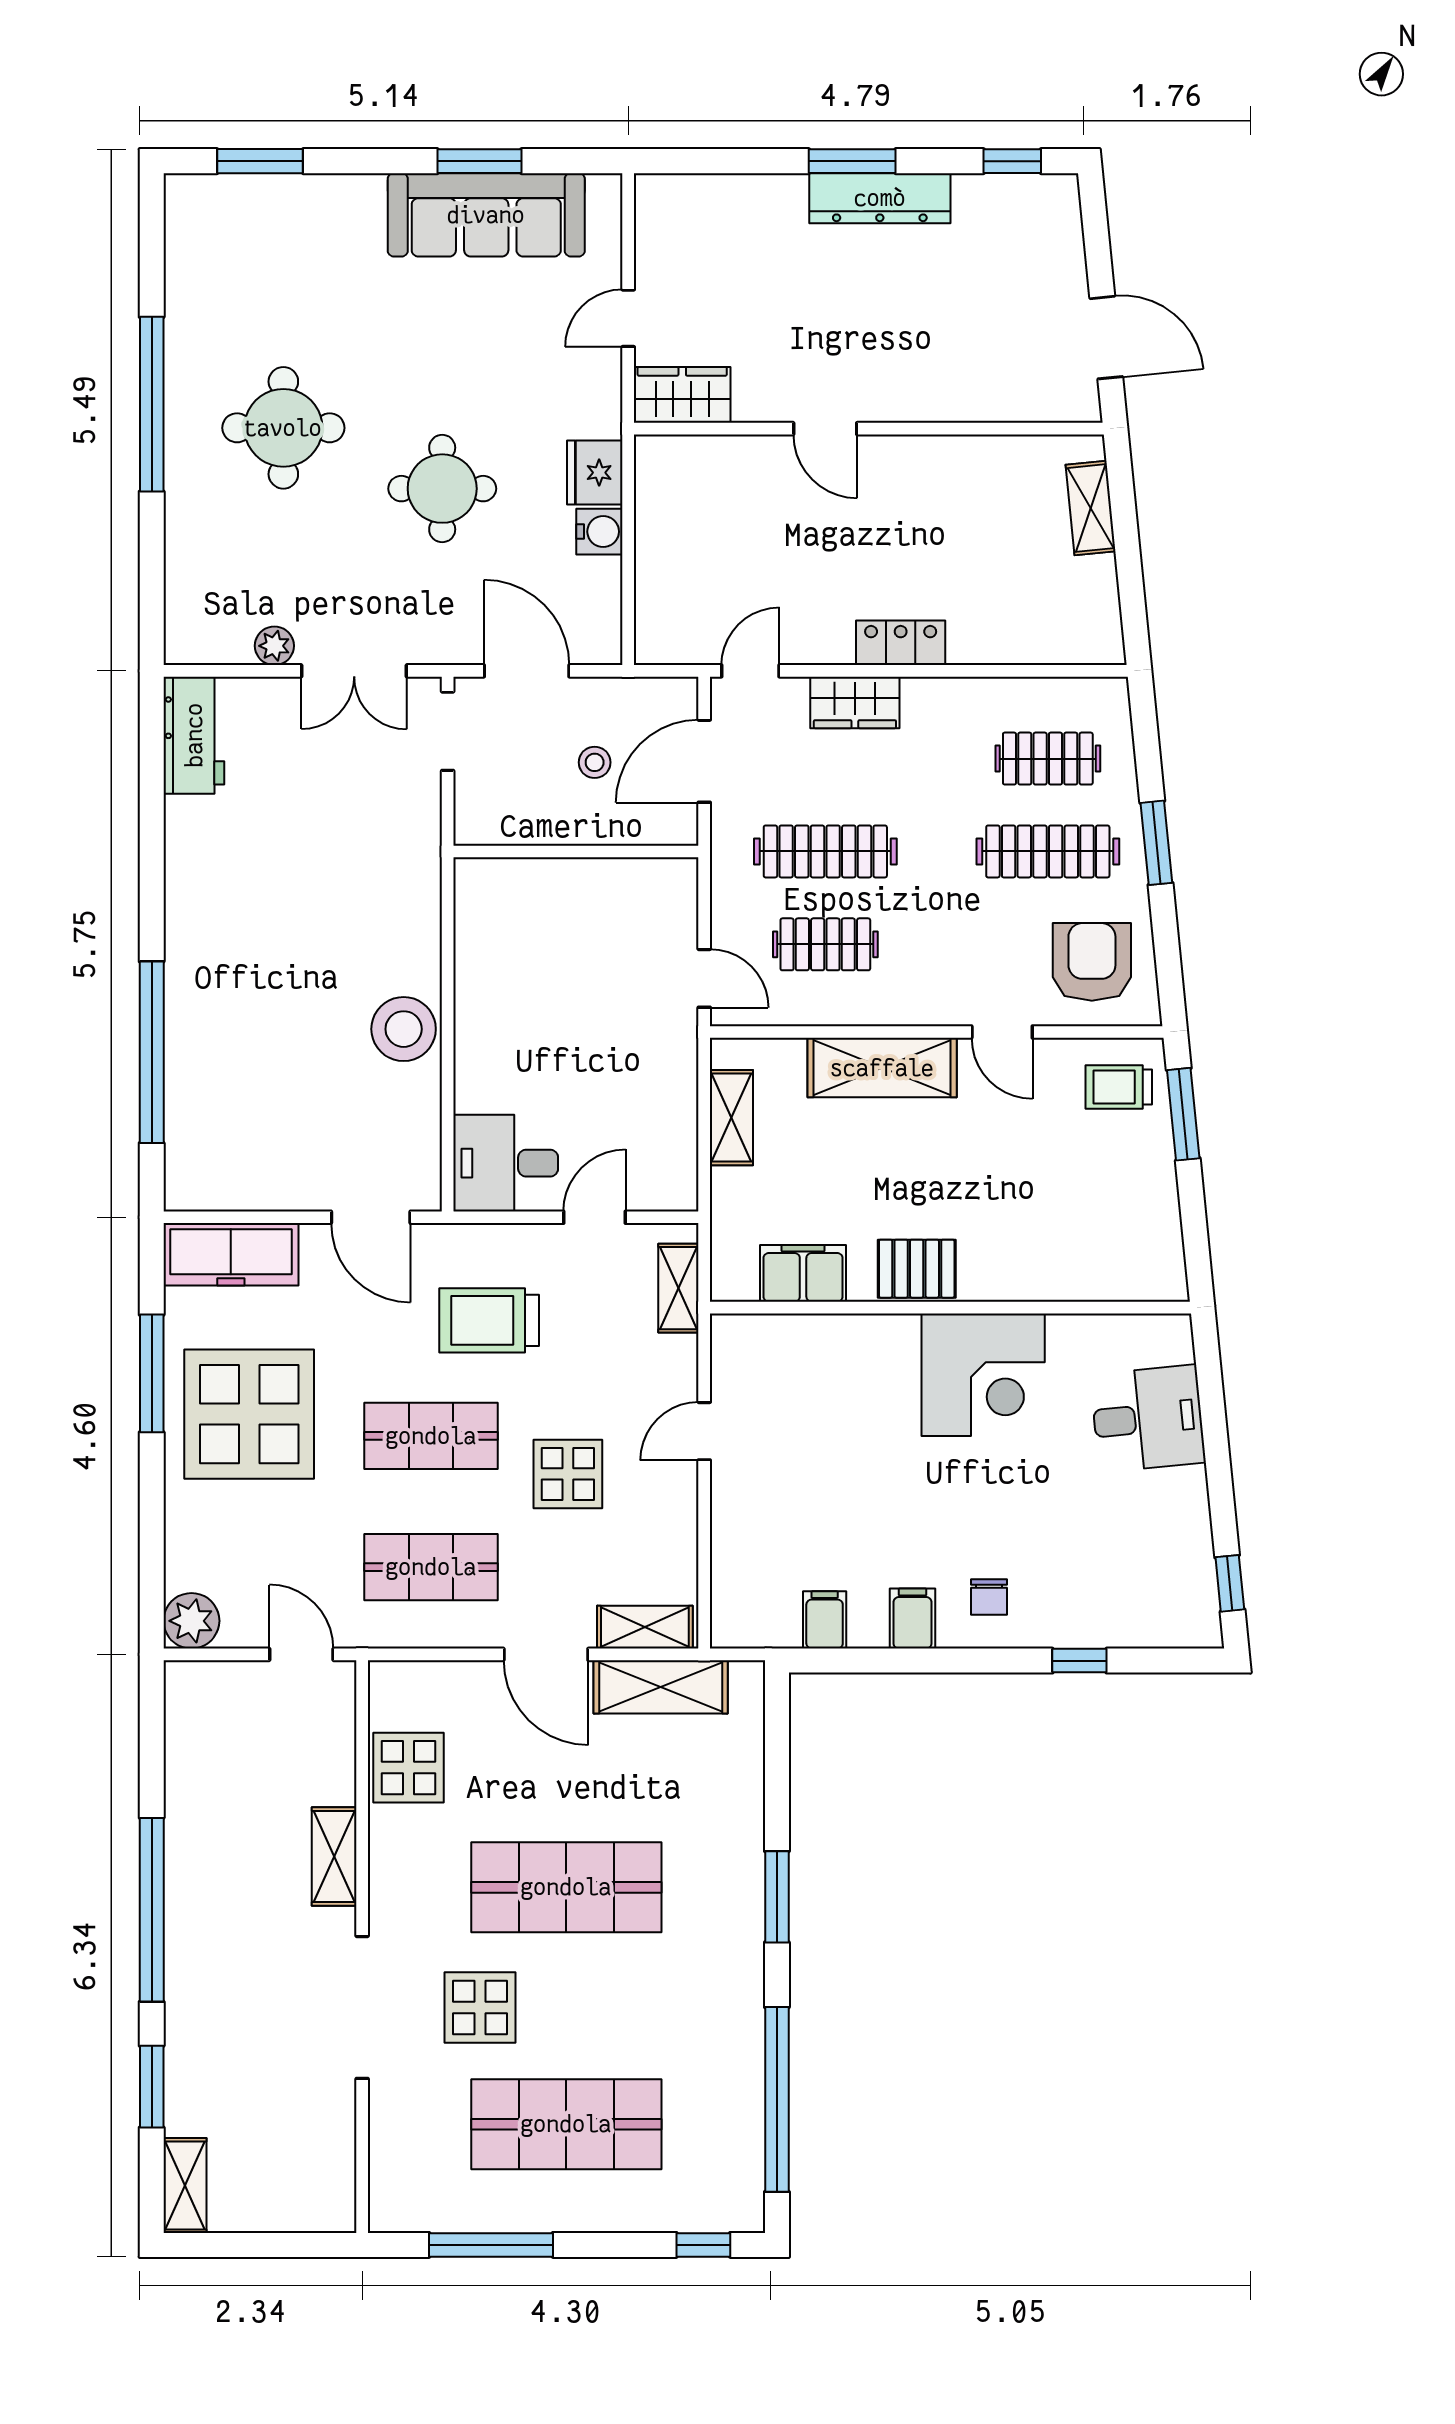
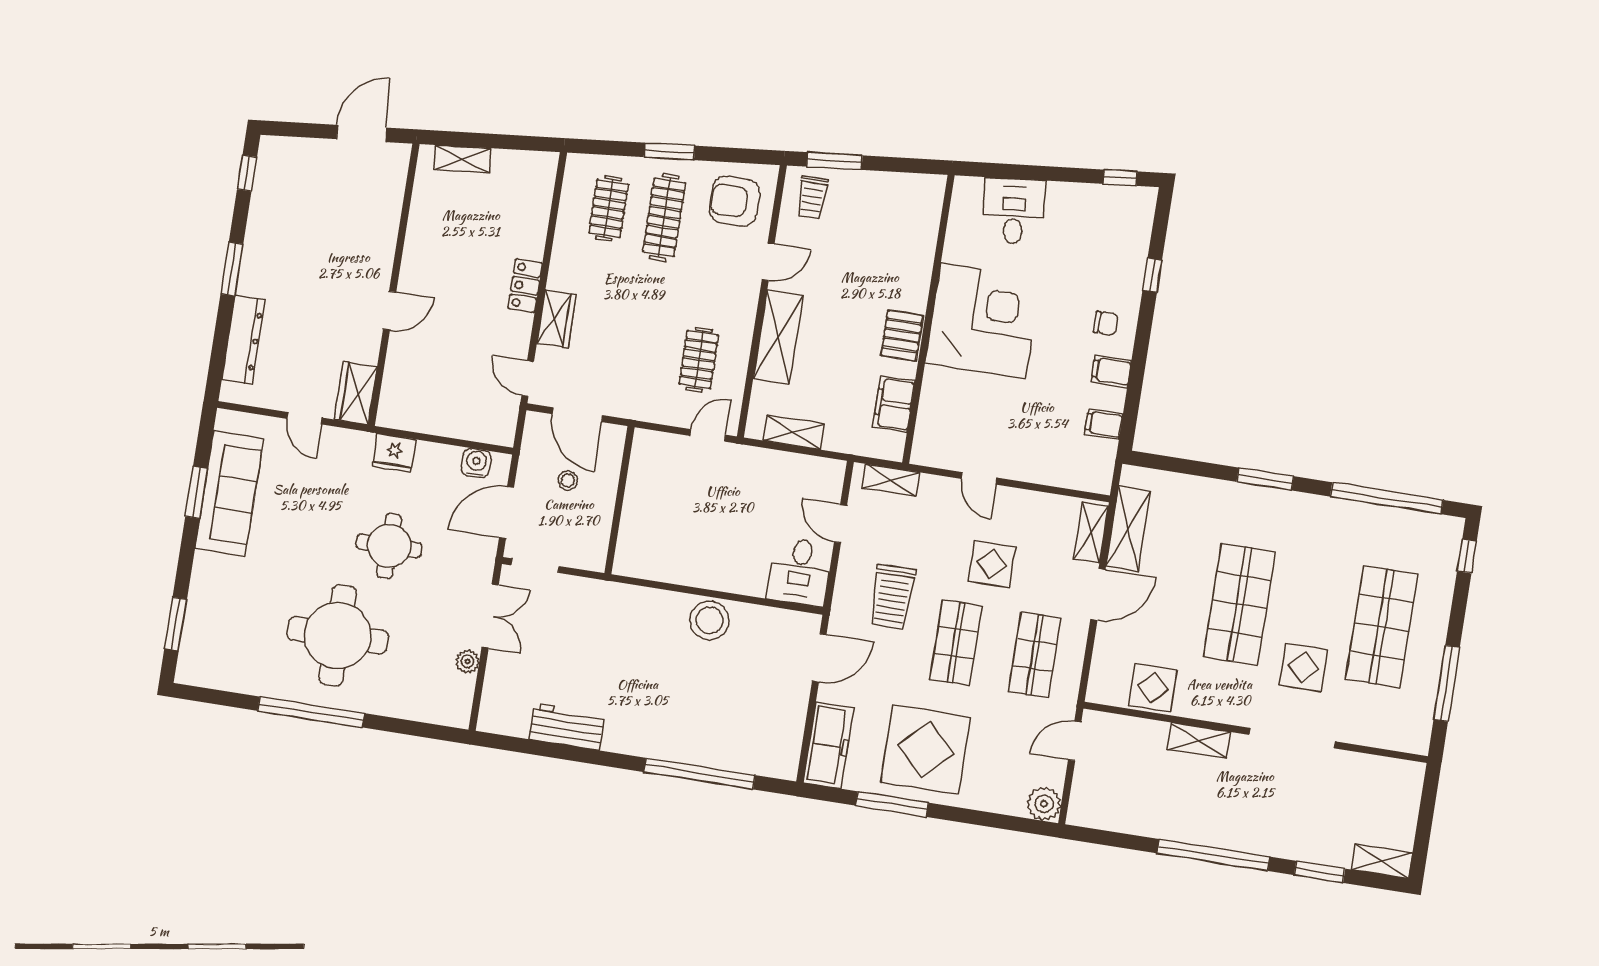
dresser: (880, 198) -> (243, 340), moved
round table: (283, 428) -> (338, 635), width x1.36, depth x1.36
water cooler: (599, 532) -> (476, 463), moved
workbench: (194, 735) -> (567, 727), moved
clothes rail: (825, 851) -> (643, 351), removed
corner desk: (983, 1375) -> (983, 321), width x1.36, depth x1.36

